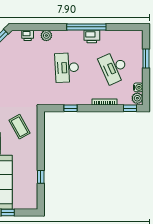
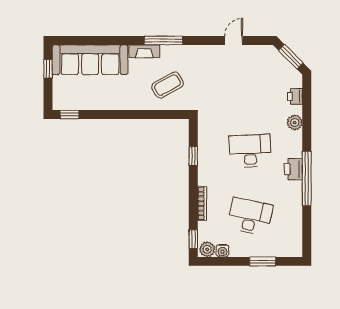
printer: (92, 36) -> (293, 169), moved
desk: (114, 68) -> (250, 217), turned 36
window: (41, 177) -> (70, 115), moved

